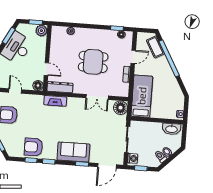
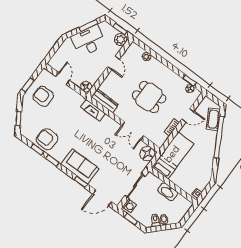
door: (46, 69) -> (113, 63), moved
washbasin: (171, 129) -> (168, 192), moved

